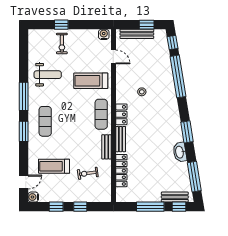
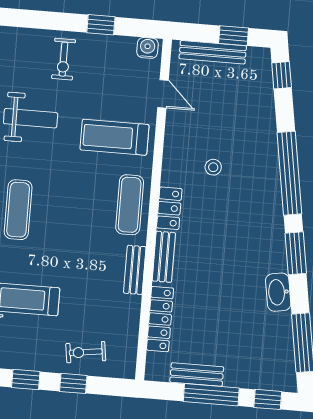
window: (61, 25) -> (101, 25), moved
window: (178, 76) -> (289, 173), moved
exercise bike: (88, 173) -> (86, 352), moved
bench: (175, 197) -> (197, 375), moved

